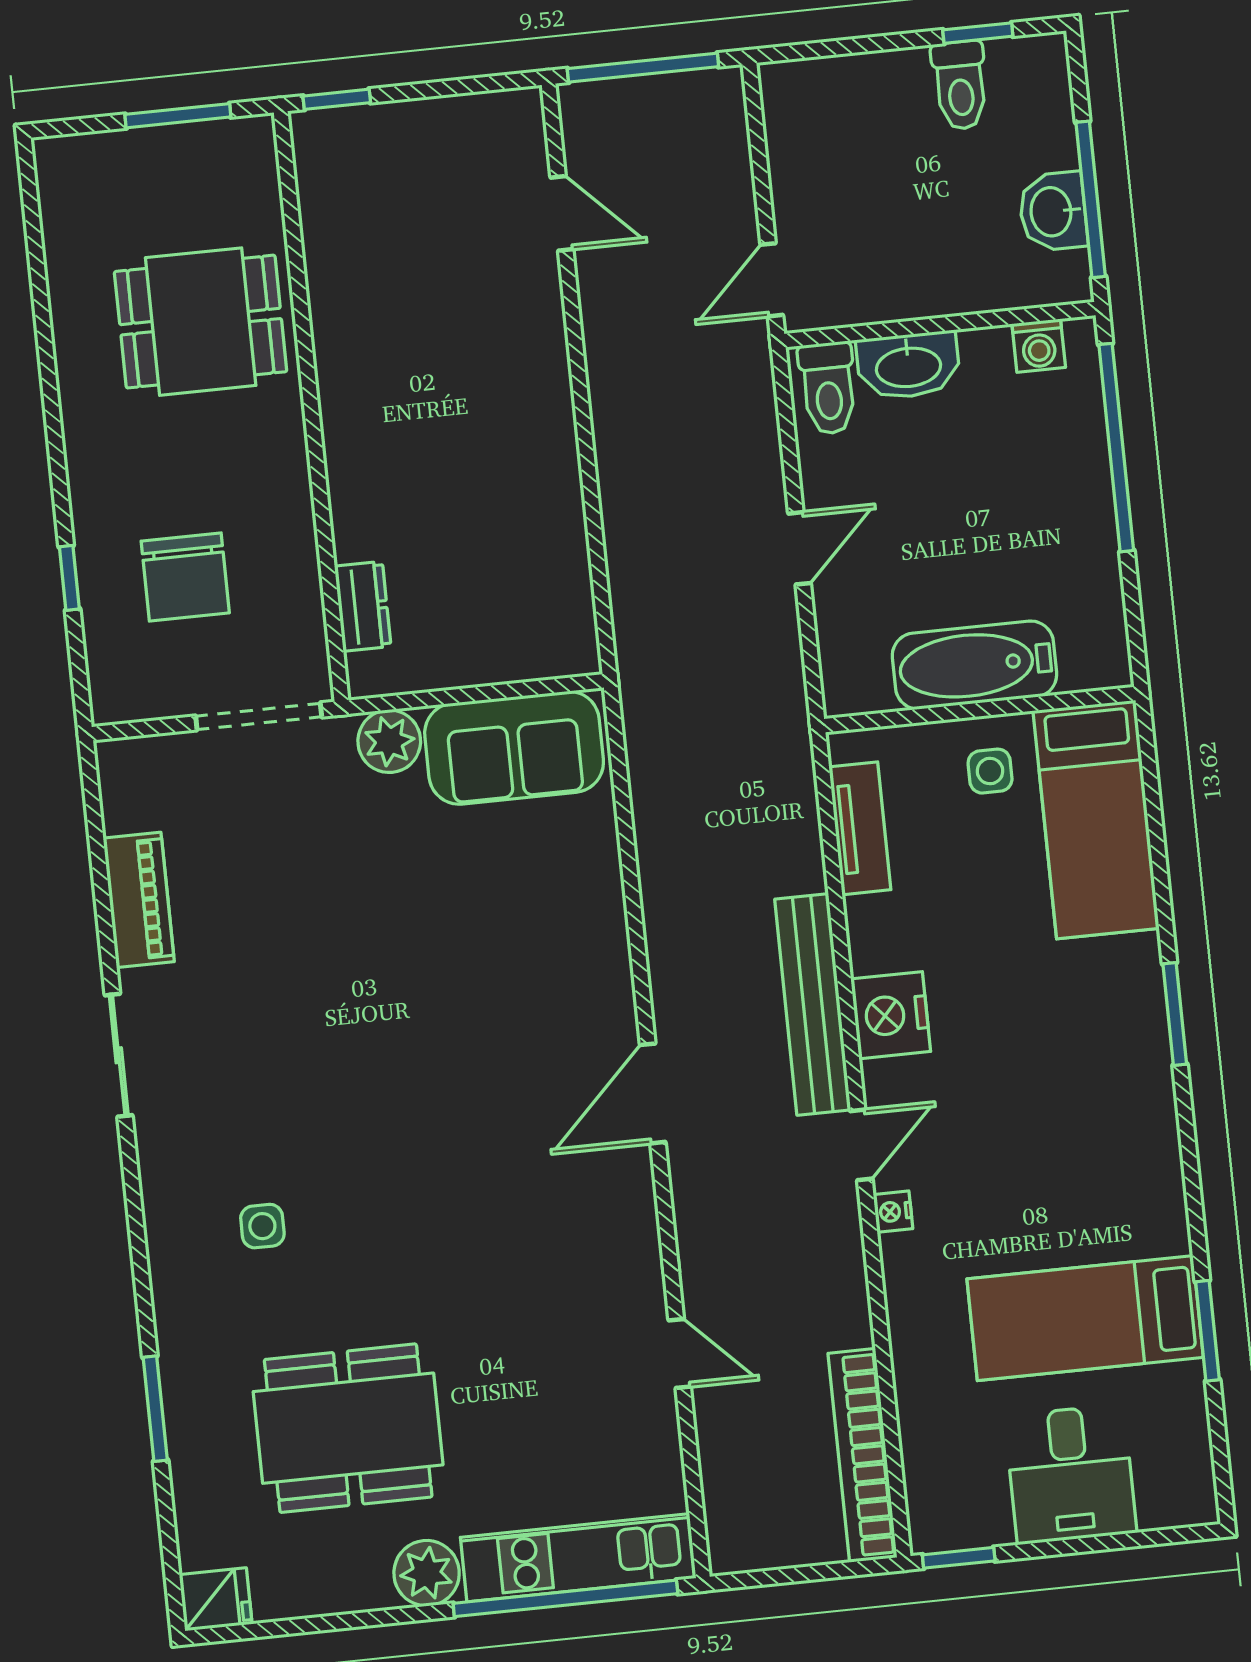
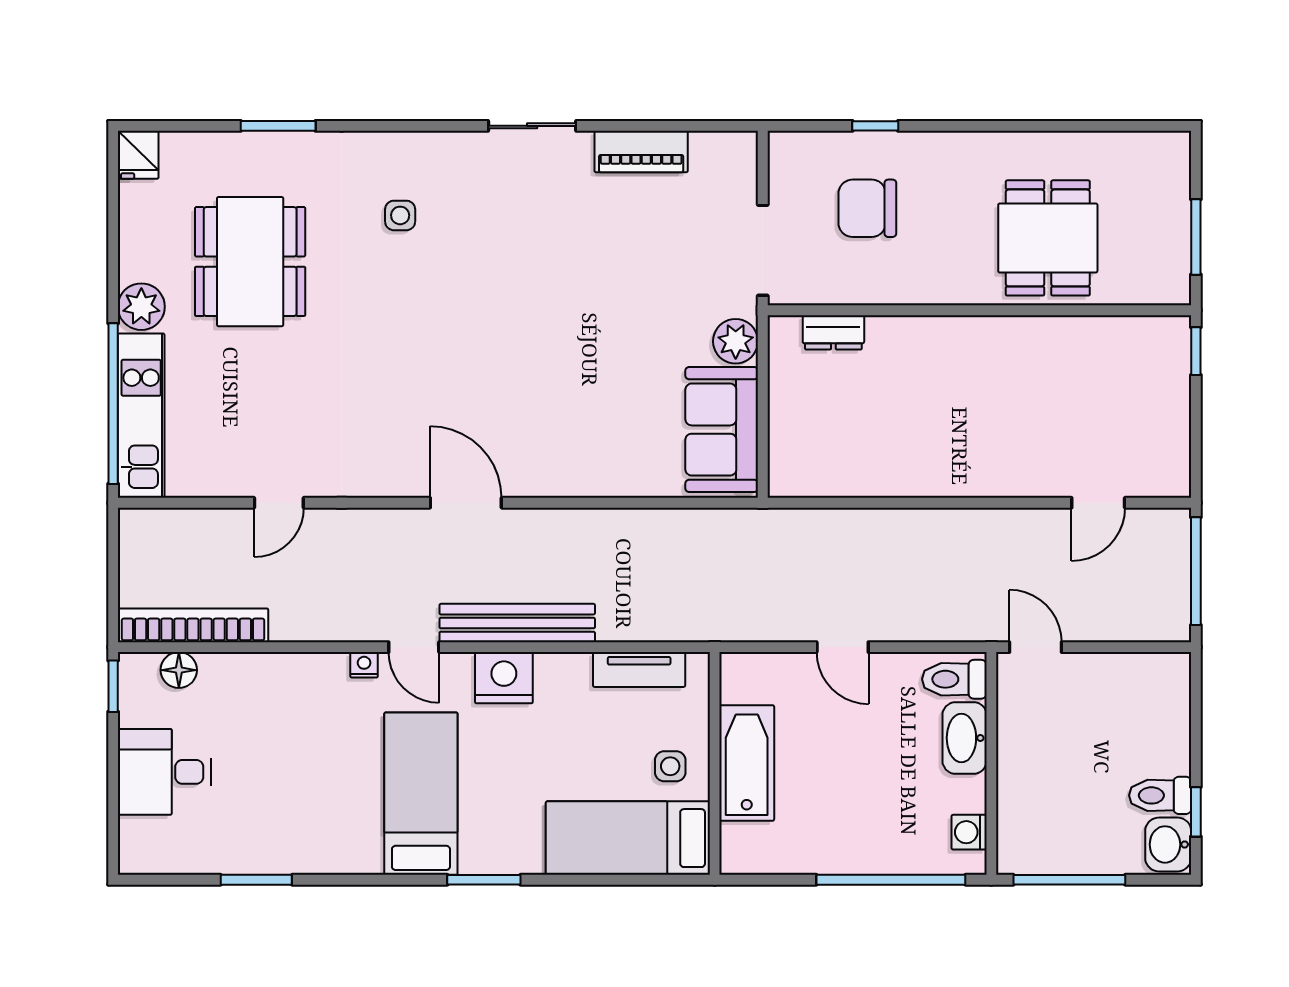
washbasin: (1053, 212) -> (1168, 844), moved, turned -90
bed: (1085, 1318) -> (421, 794), moved
floor lamp: (927, 1469) -> (179, 670), added

